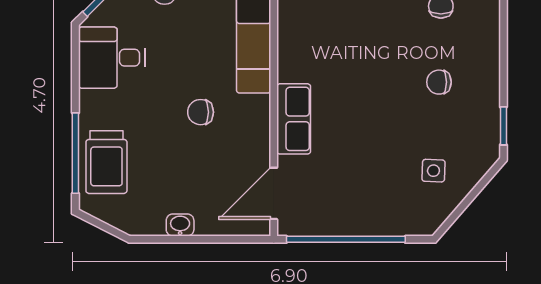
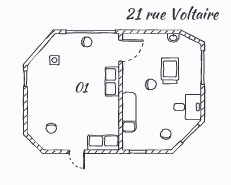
chair: (439, 82) -> (87, 42), moved
trolley: (106, 162) -> (170, 71), moved
washbasin: (180, 225) -> (173, 38), moved

